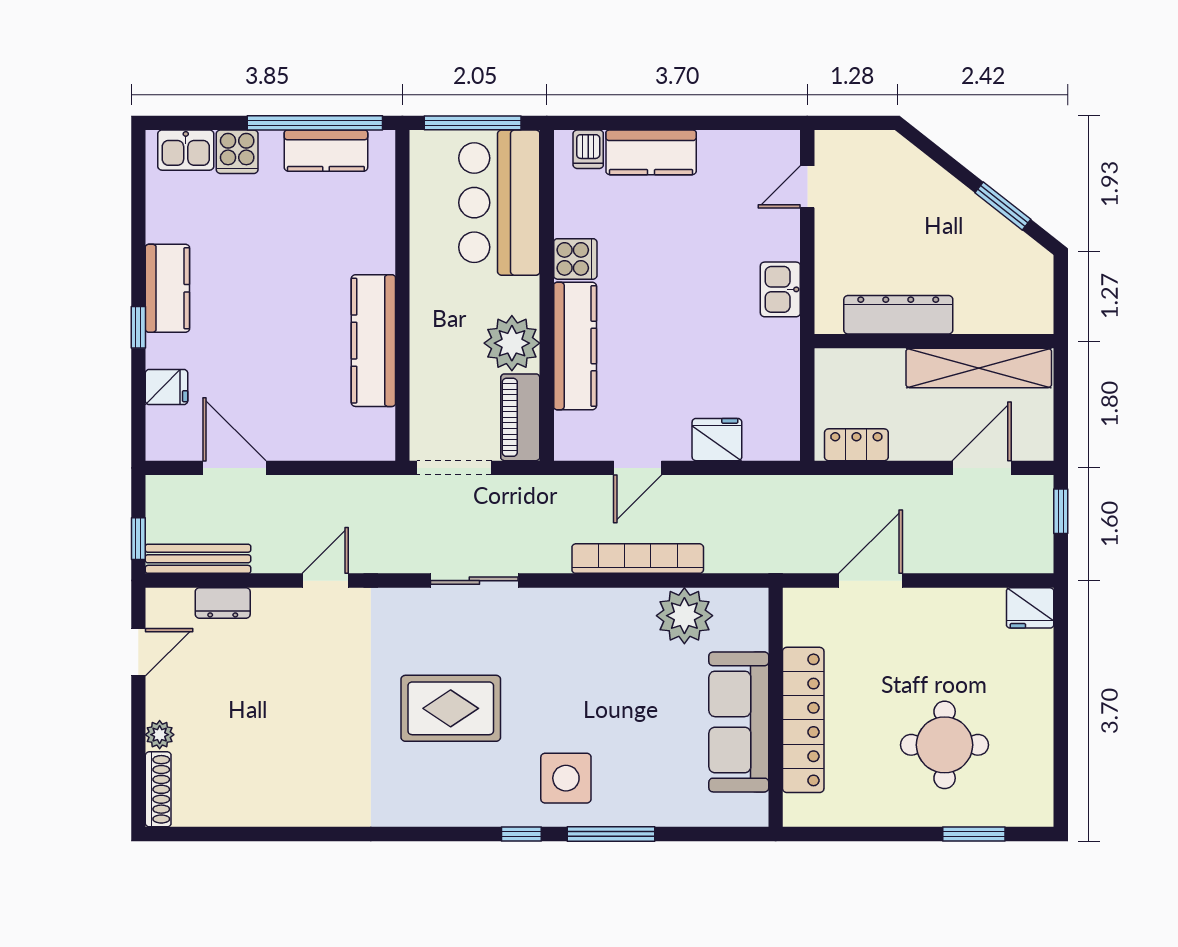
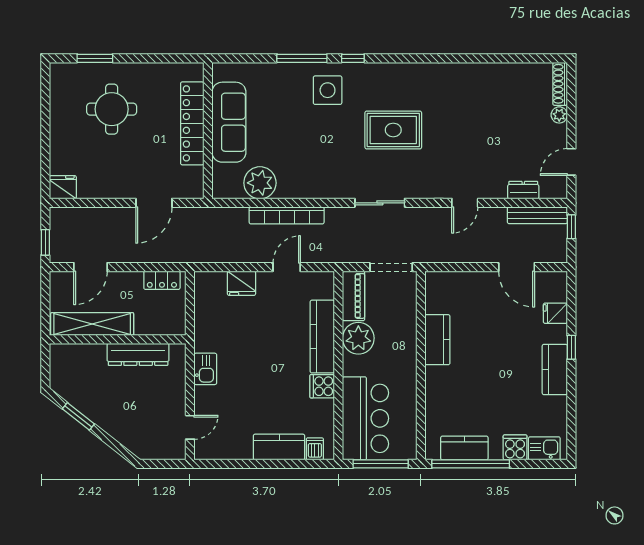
kitchen counter: (373, 341) -> (437, 340), width x0.67

